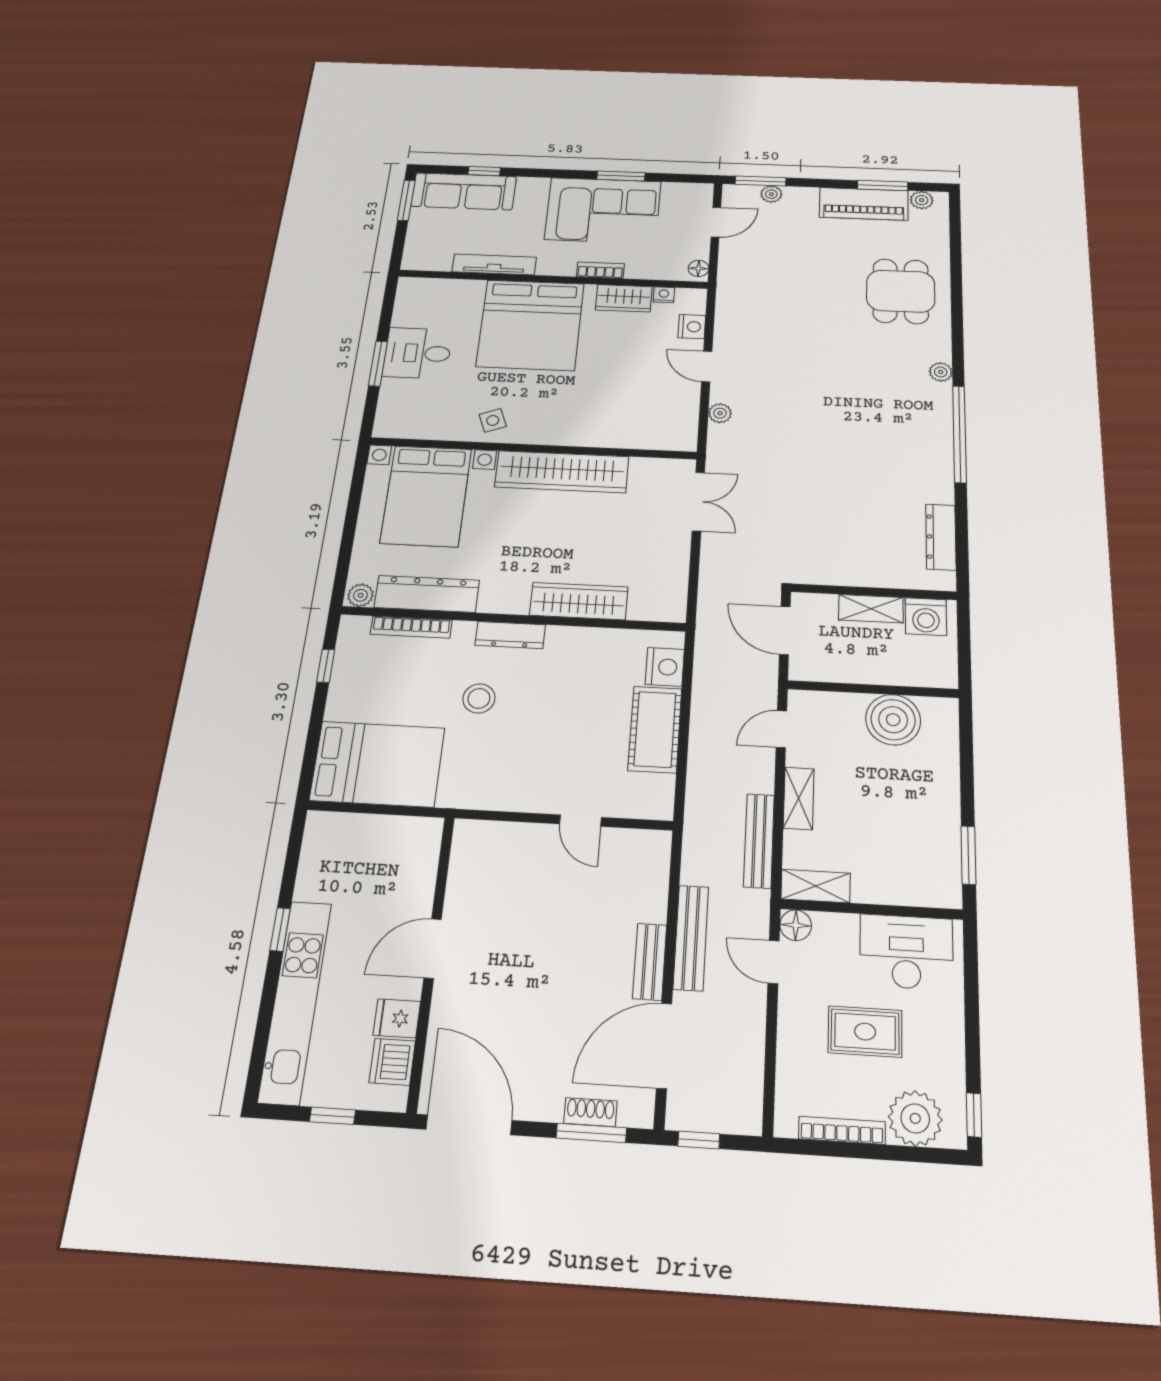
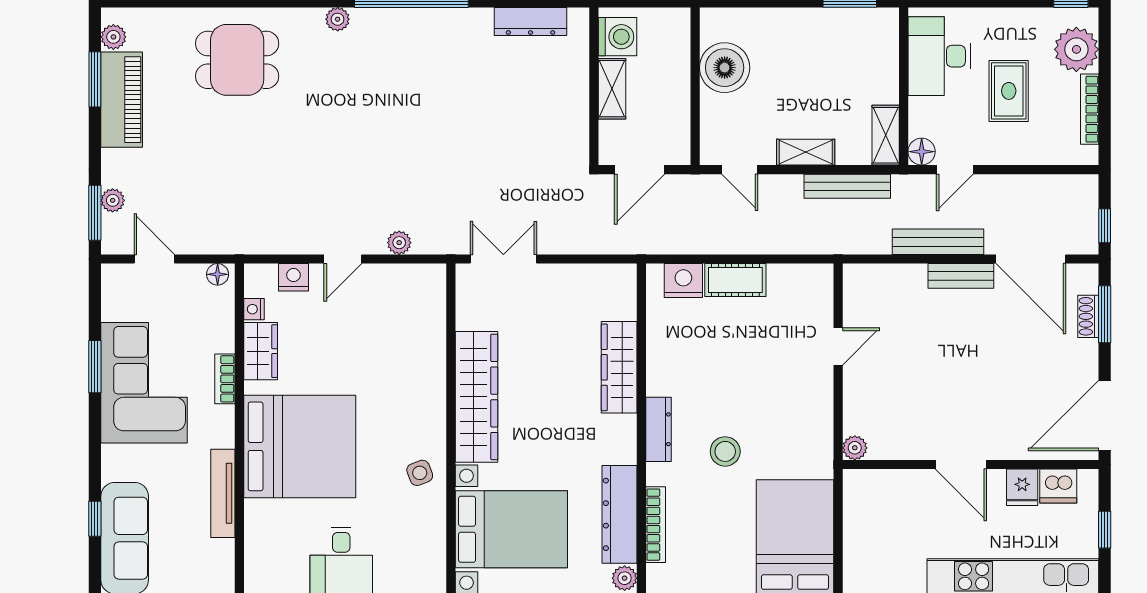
cot: (655, 729) -> (735, 280), width x0.73, depth x0.75
plant: (466, 832) -> (855, 448), added

